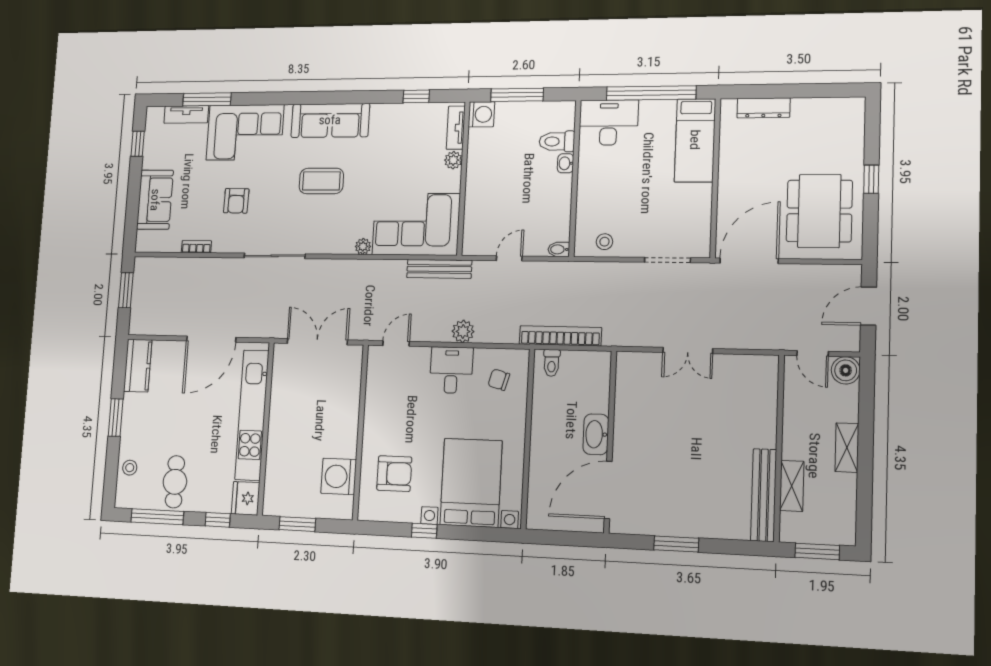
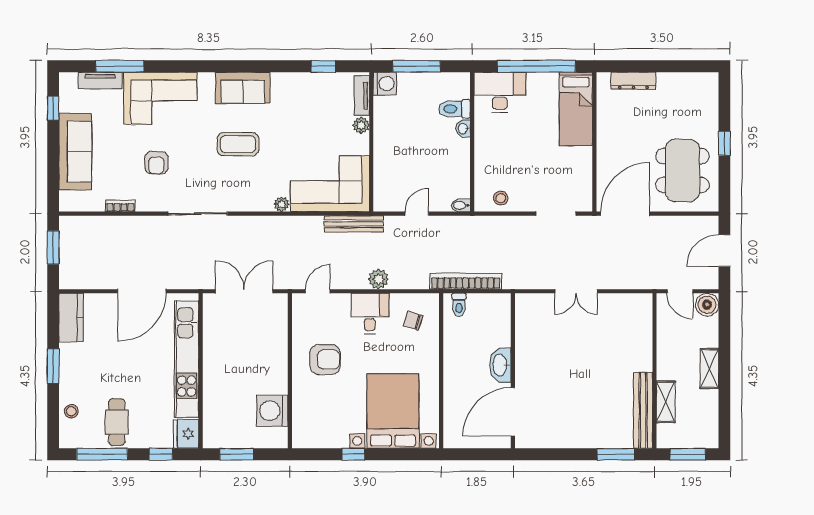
sofa: (330, 120) -> (243, 88), width x0.73
sofa: (155, 200) -> (75, 152), width x1.36
armchair: (394, 474) -> (325, 359), moved
window: (676, 544) -> (616, 454), moved

